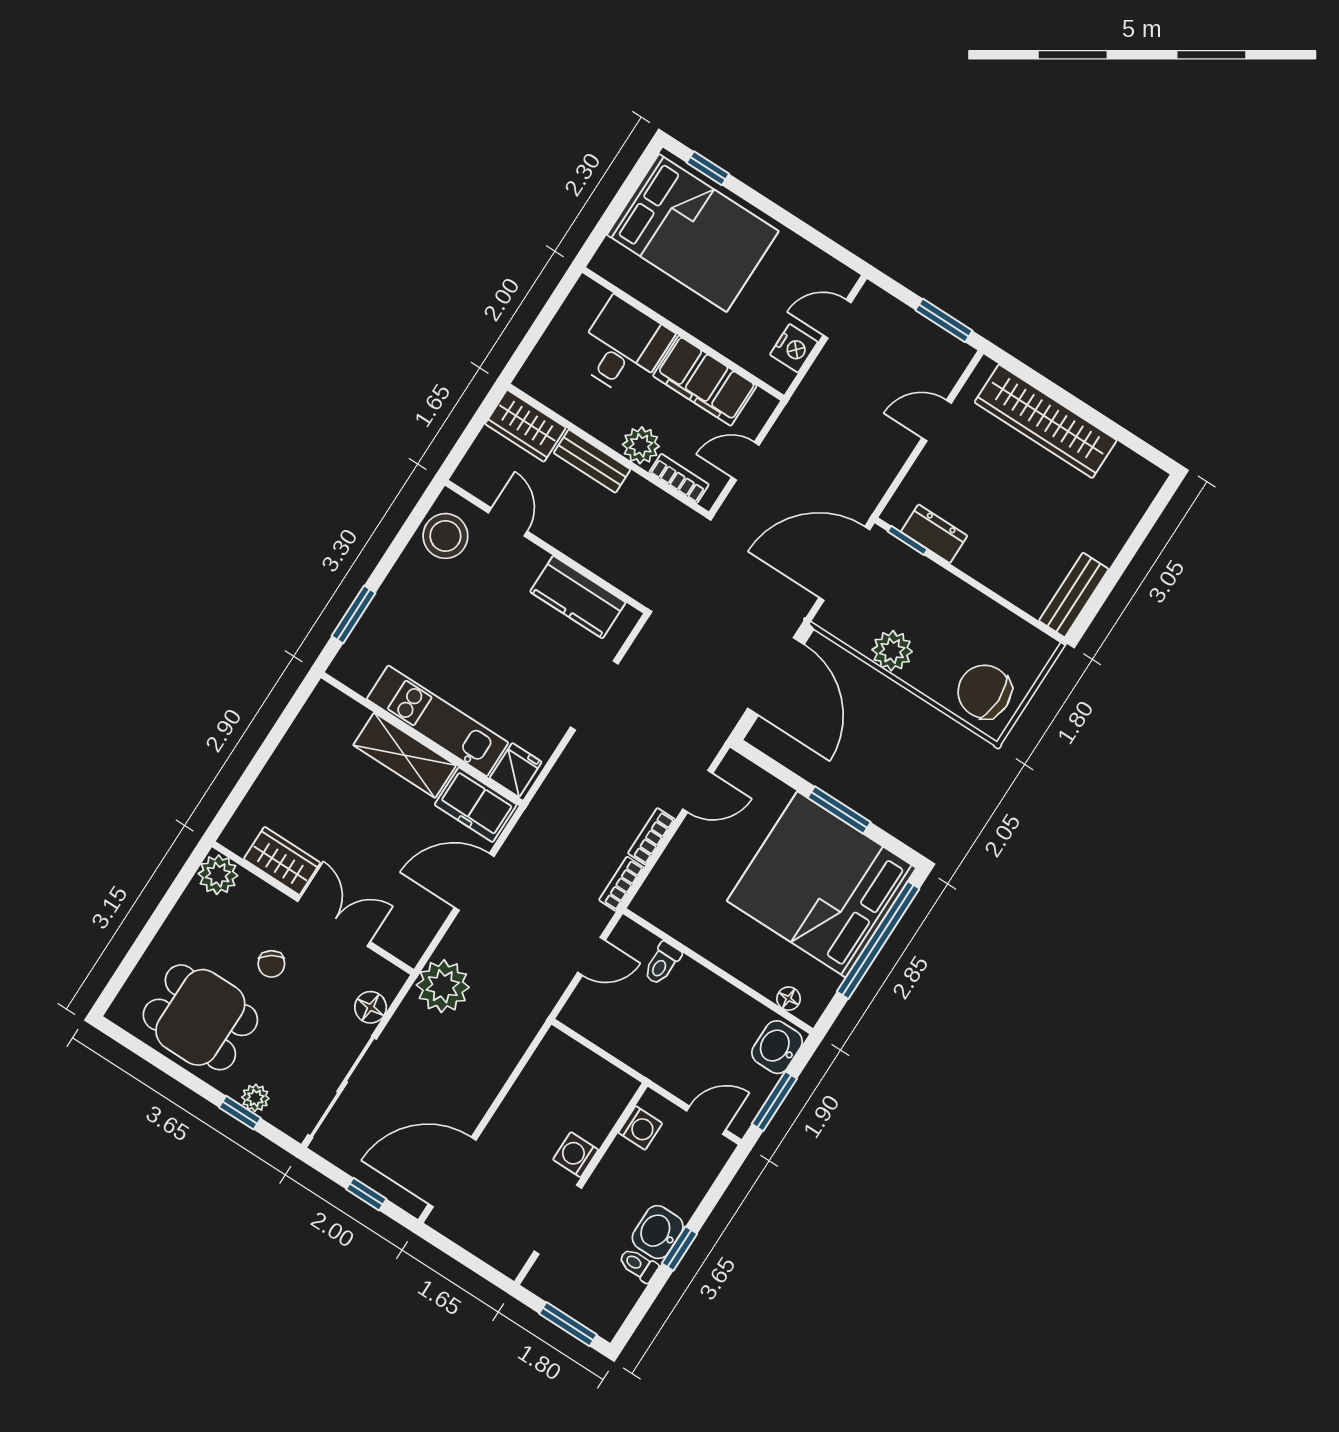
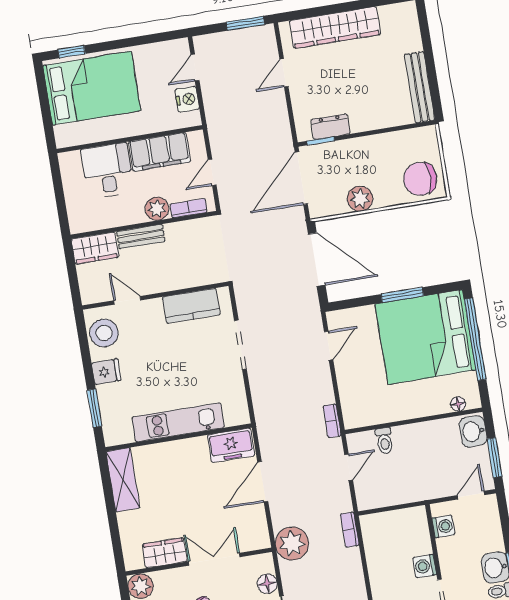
bench: (1074, 595) -> (420, 87), width x1.36
shelving: (405, 755) -> (123, 480), moved, turned 90
fridge: (516, 770) -> (106, 372), moved, turned 90
bookcase: (651, 836) -> (350, 530), moved

